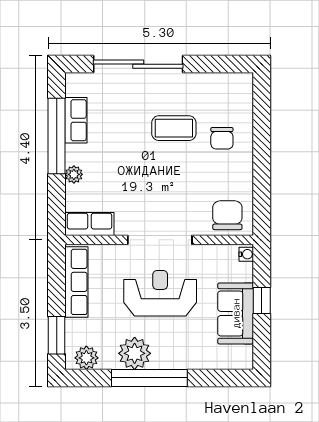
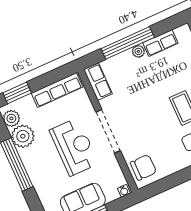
window: (57, 136) -> (128, 43), moved
plant: (74, 174) -> (138, 51), moved
plant: (135, 353) -> (23, 136), moved

